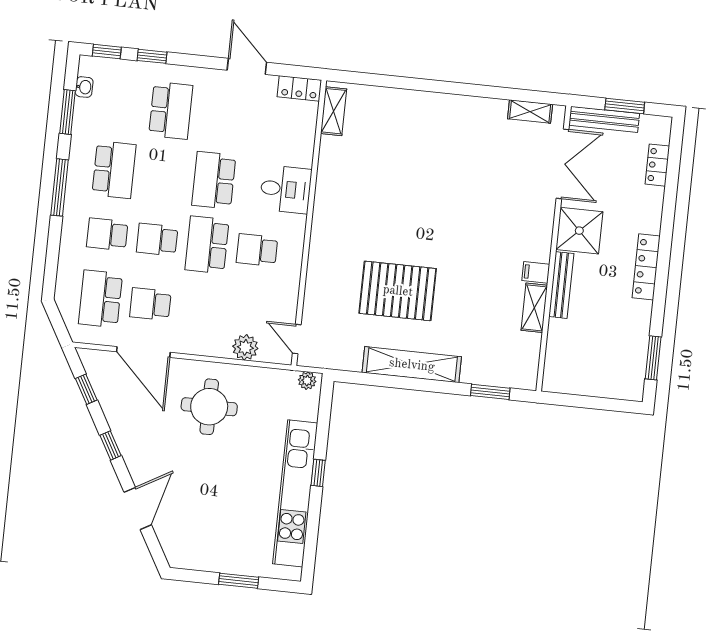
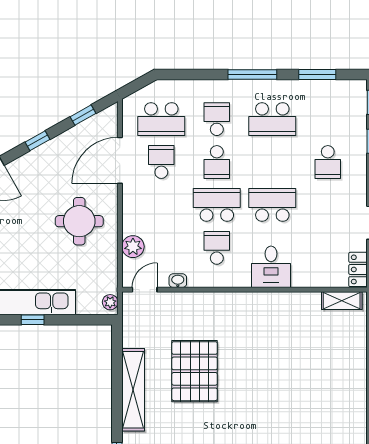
washbasin: (84, 87) -> (178, 281), moved, turned 180
school desk: (171, 110) -> (328, 162), width x0.54
school desk: (157, 240) -> (217, 162), turned 180
school desk: (100, 299) -> (161, 119), turned 180

